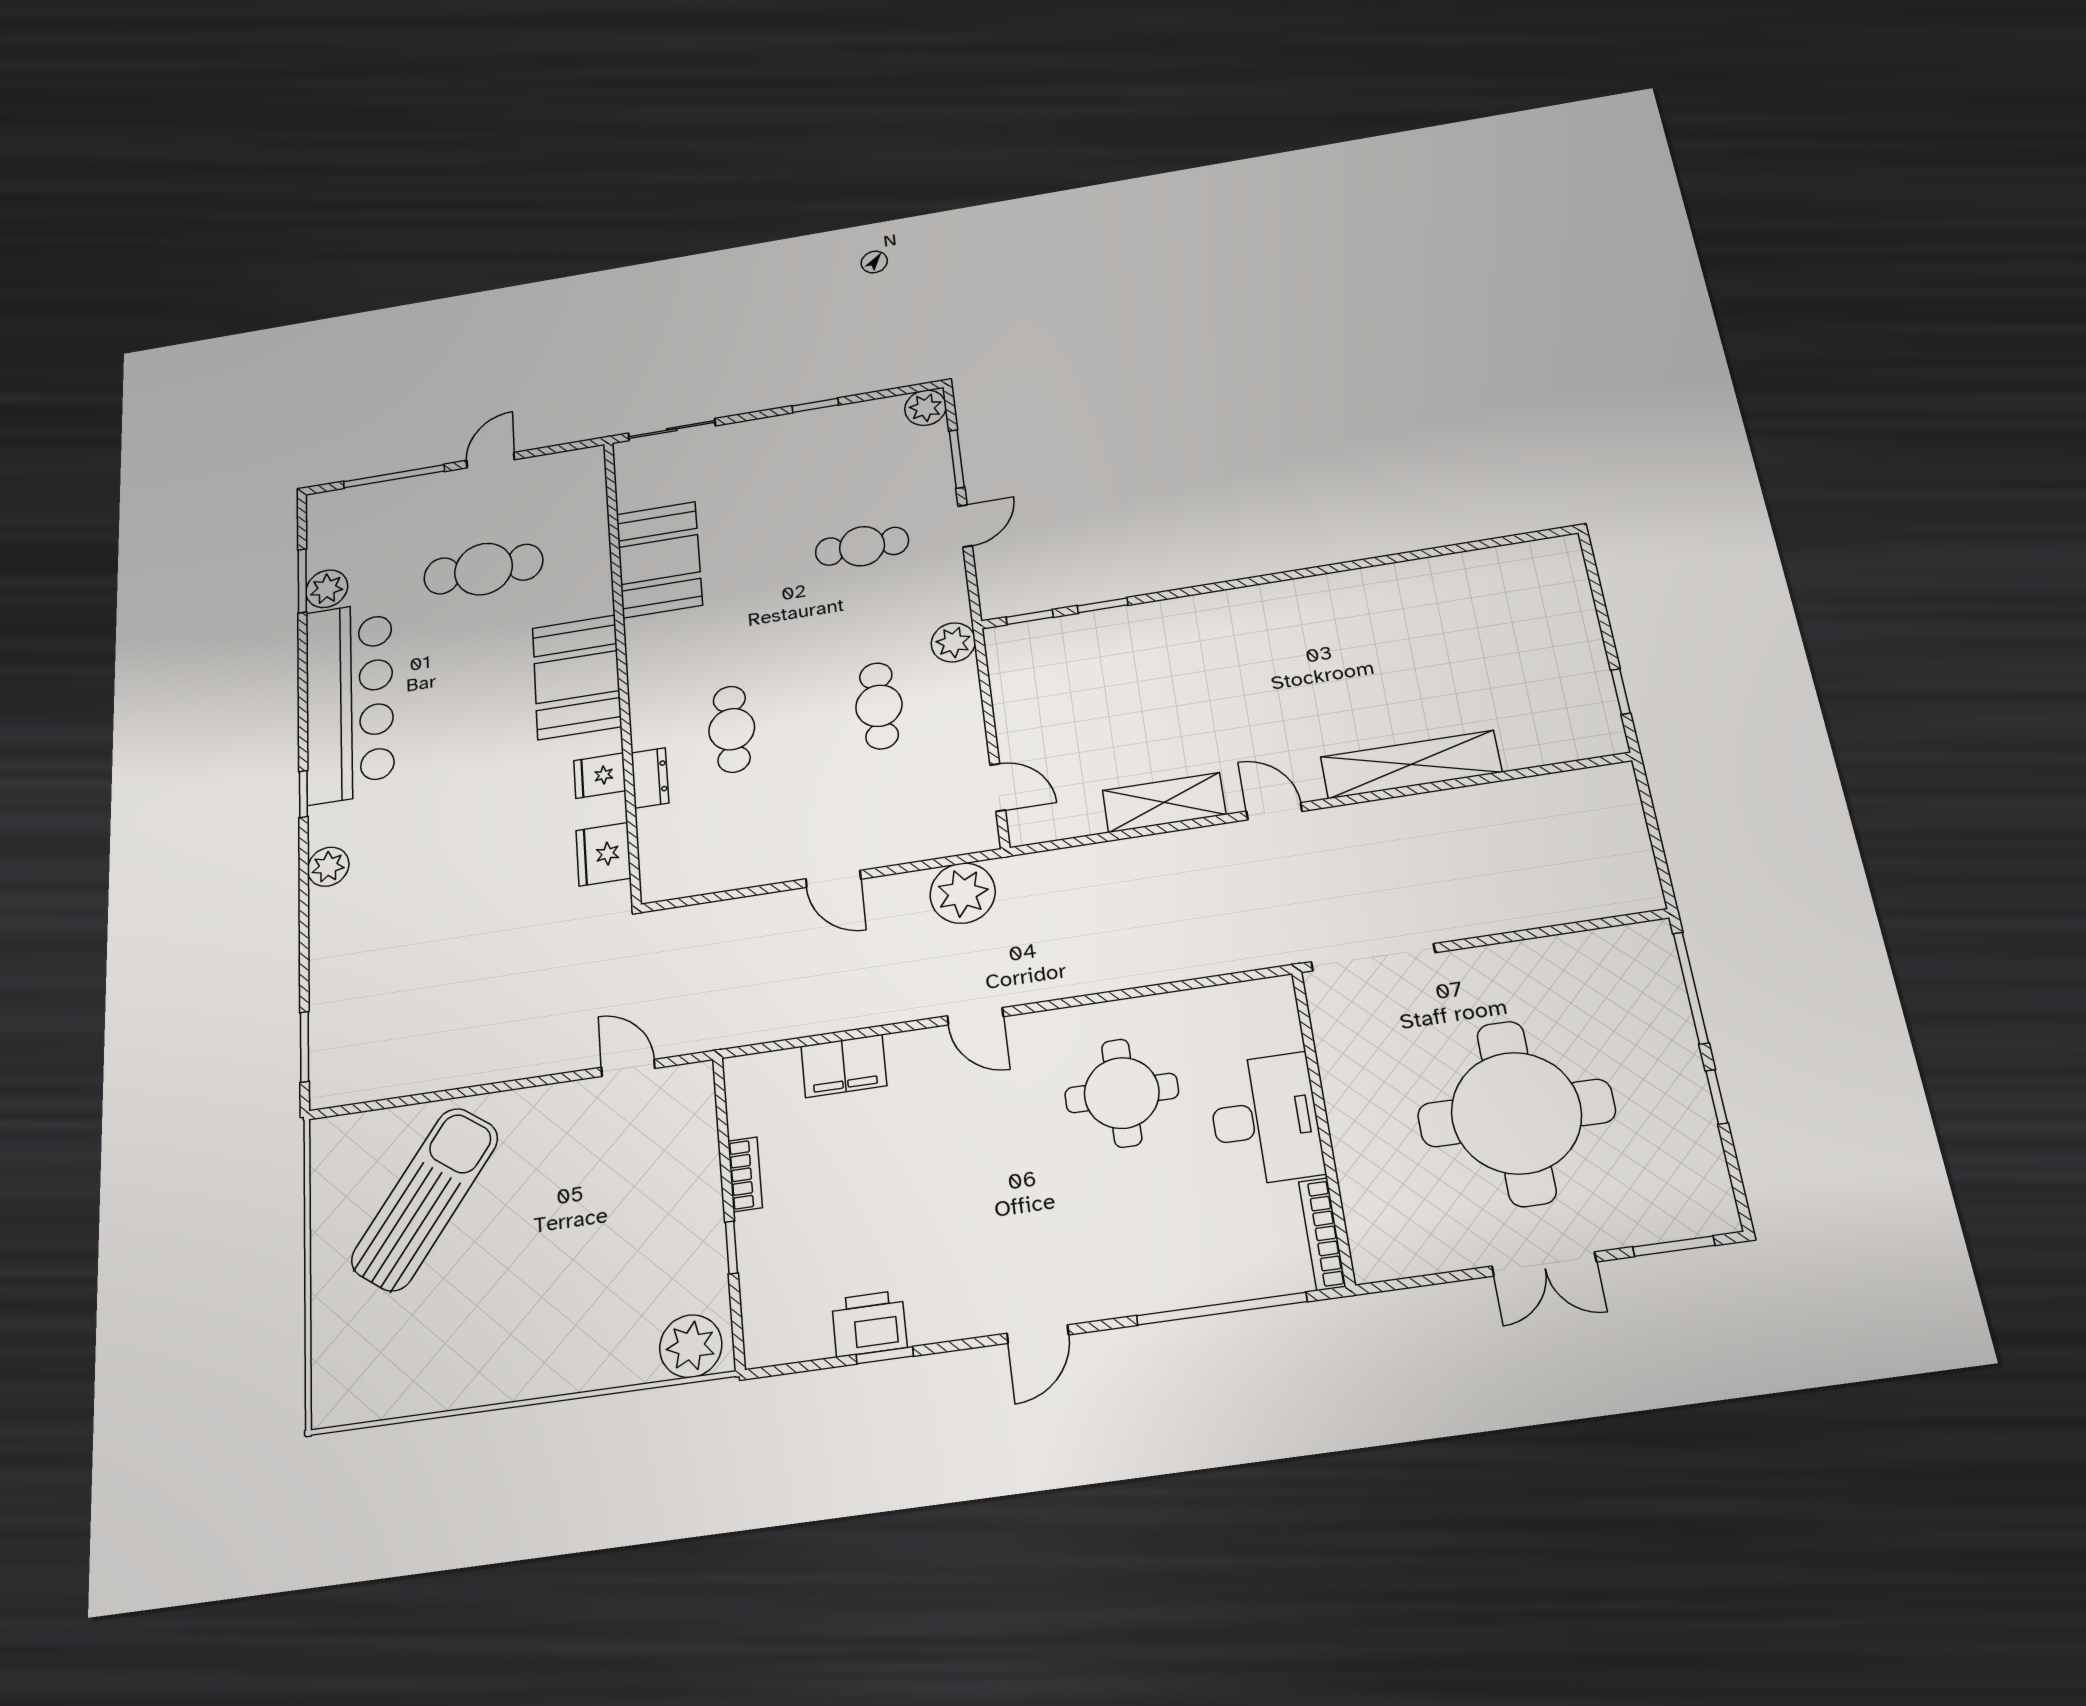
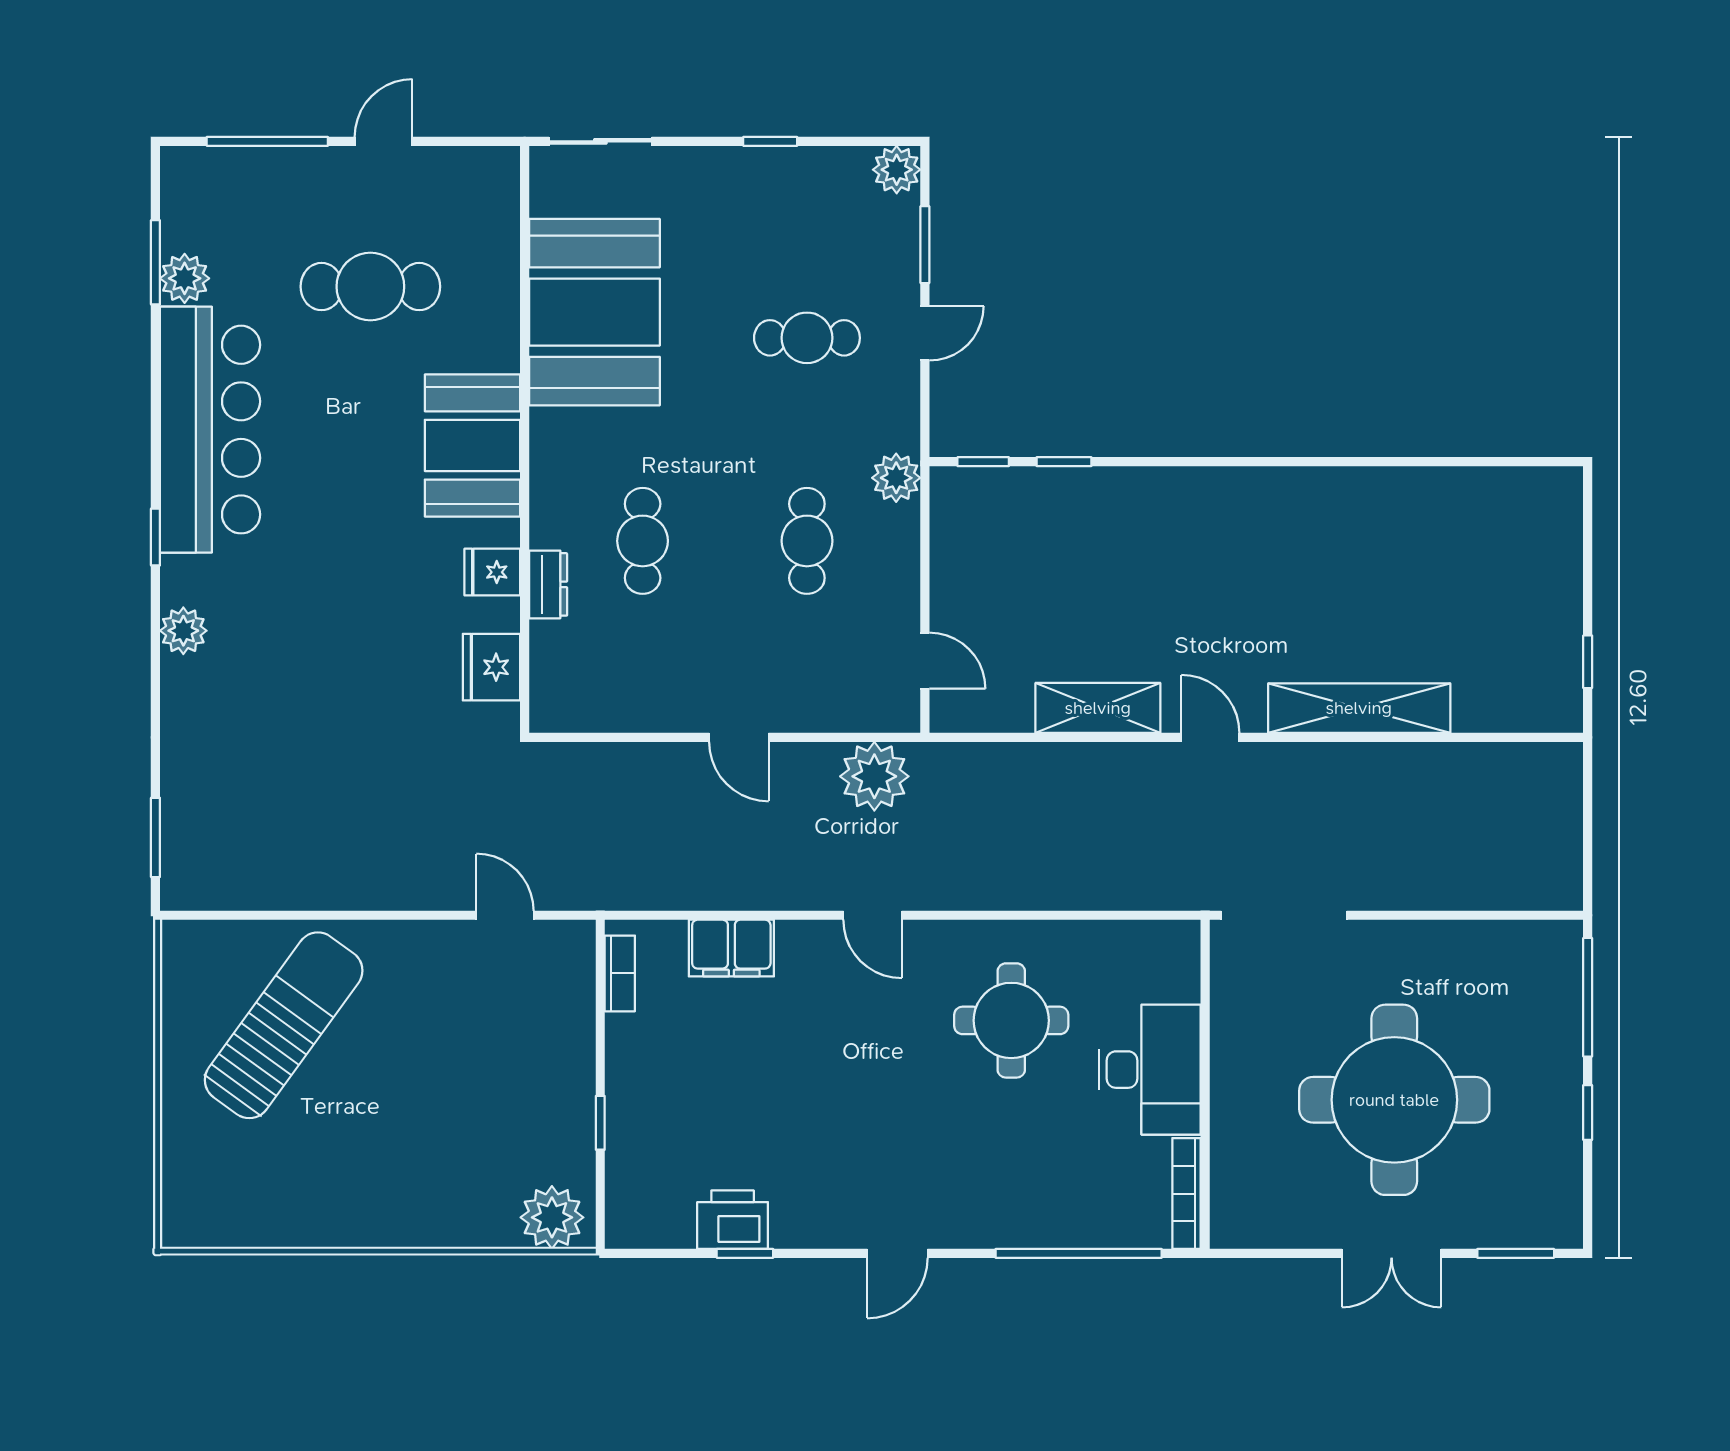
booth: (659, 560) -> (594, 312), width x1.36, depth x1.42
bookcase: (745, 1174) -> (620, 973), moved

